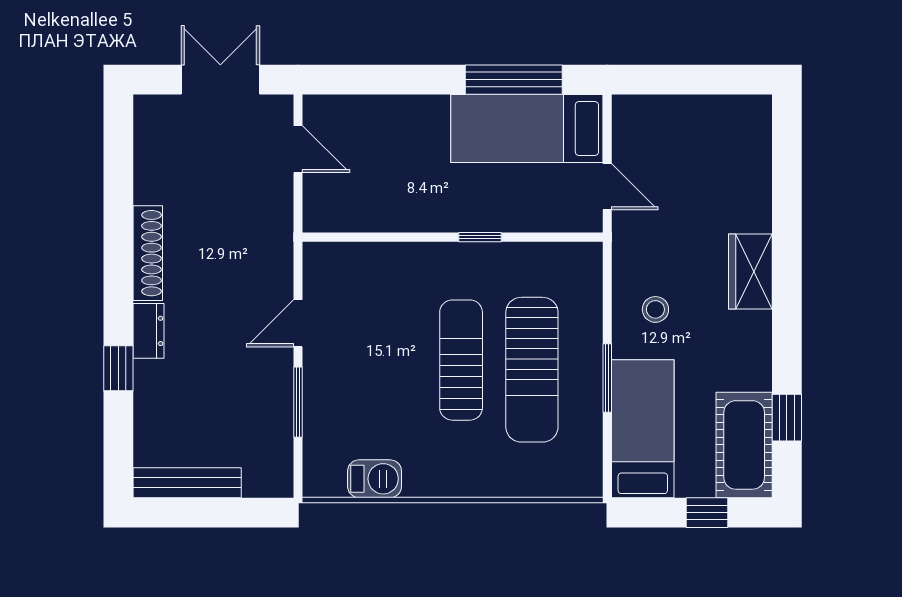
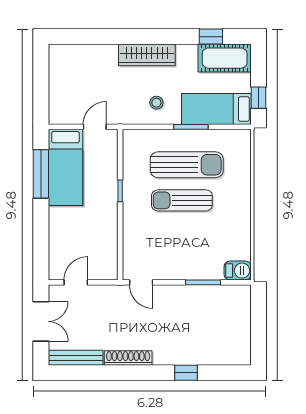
double door: (220, 80) -> (41, 321), swing flipped
wardrobe: (750, 272) -> (147, 55), width x1.50
door: (298, 323) -> (141, 282), moved
dresser: (149, 331) -> (167, 358), removed
barbecue: (375, 479) -> (238, 271), moved, turned 90
bench: (187, 483) -> (76, 358), moved, turned 90
window: (707, 513) -> (259, 98), moved

